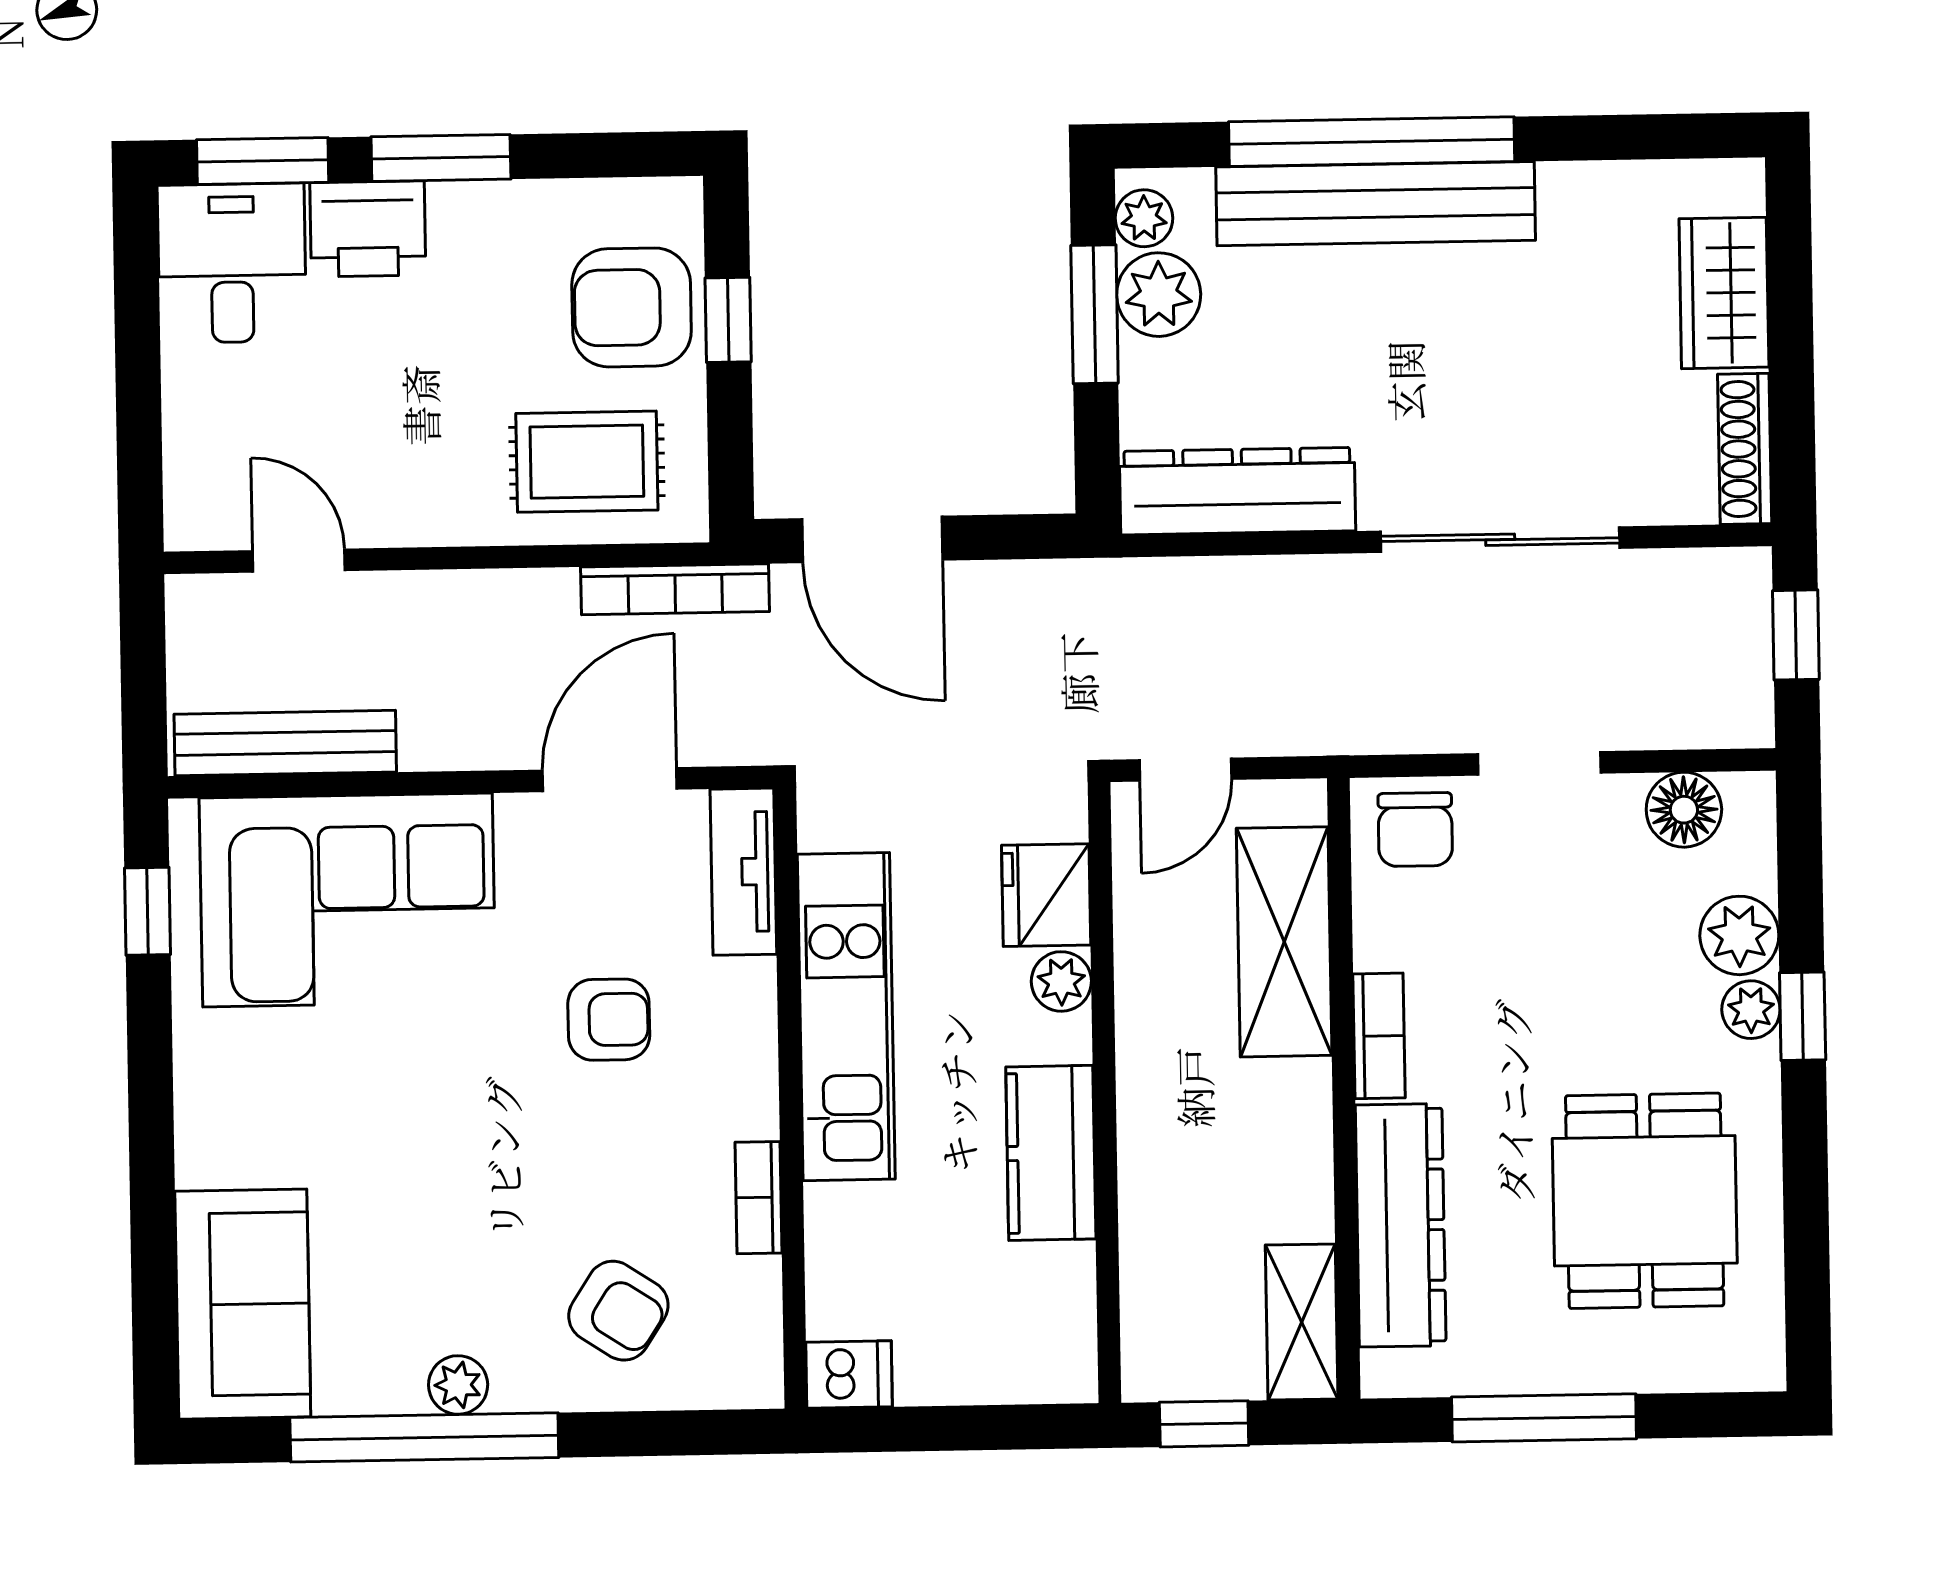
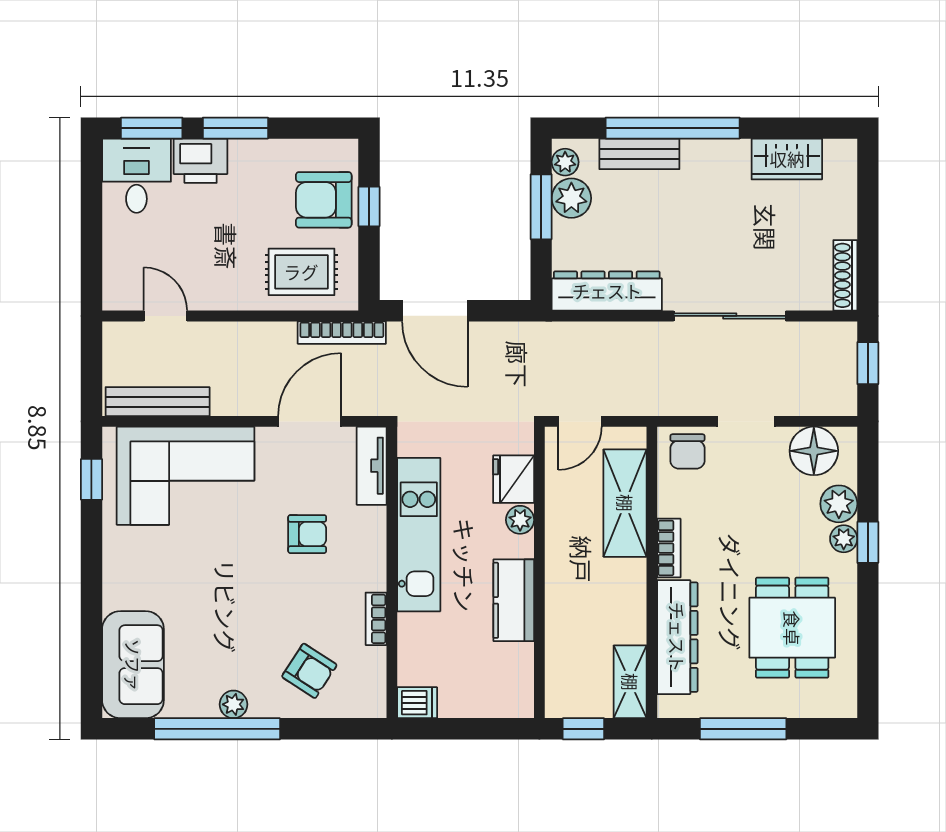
bench: (1376, 204) -> (639, 154), width x0.54, depth x0.82
wardrobe: (1724, 293) -> (787, 159), moved, turned -90
floor lamp: (1684, 810) -> (814, 451), width x1.38, depth x1.38

